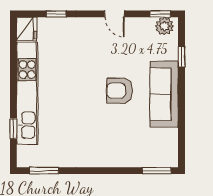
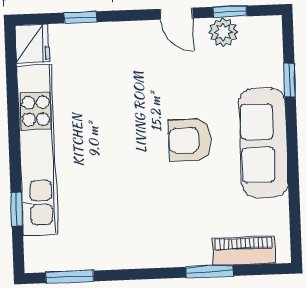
window: (160, 14) -> (230, 12), moved
plant: (164, 26) -> (223, 32), moved
piano: (150, 159) -> (244, 251), added
window: (157, 171) -> (210, 271), moved

